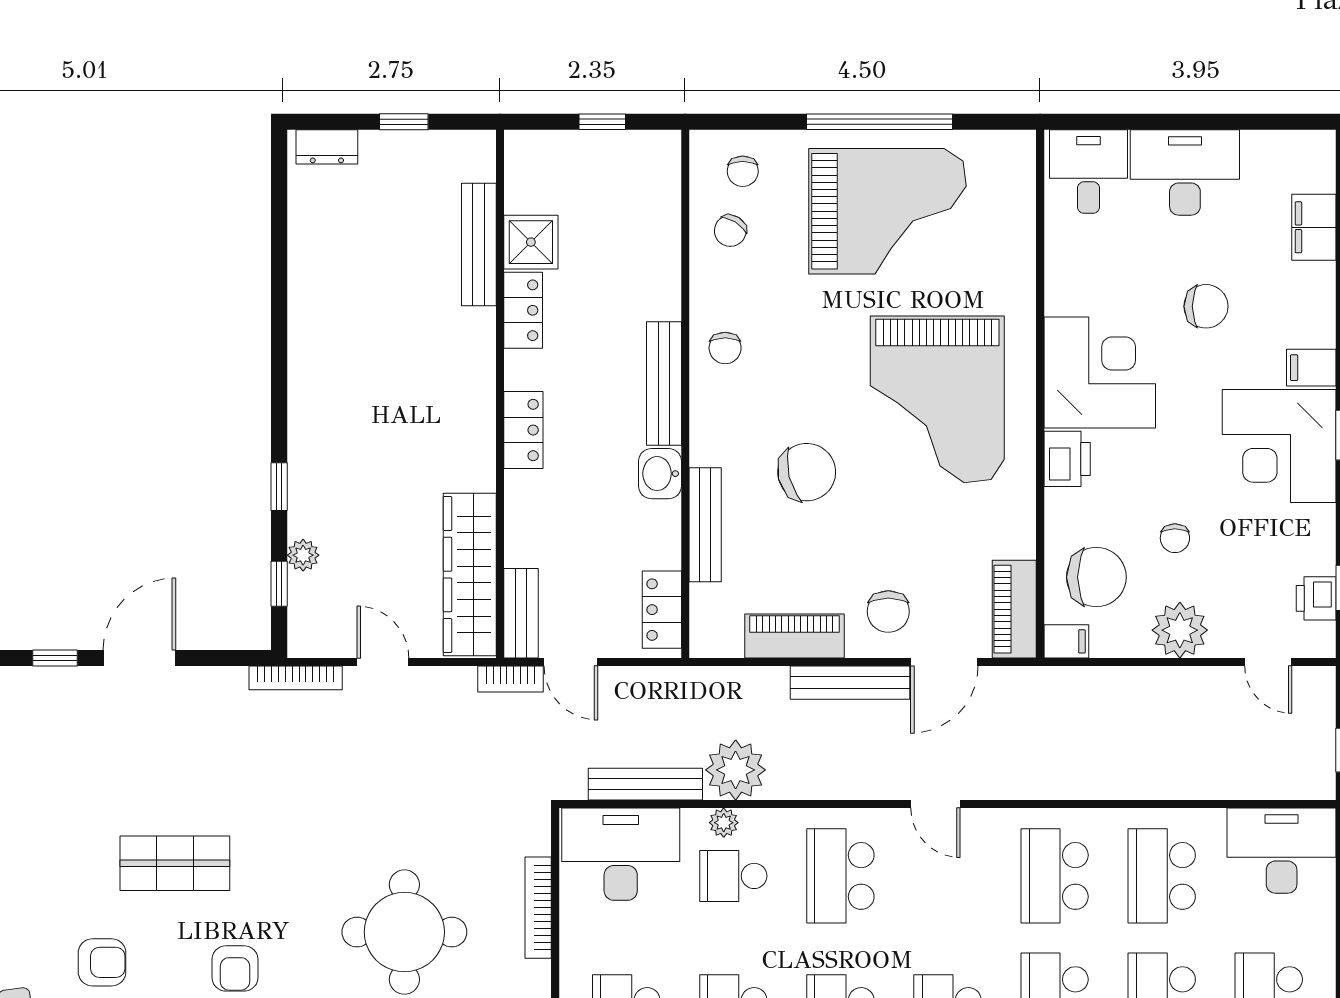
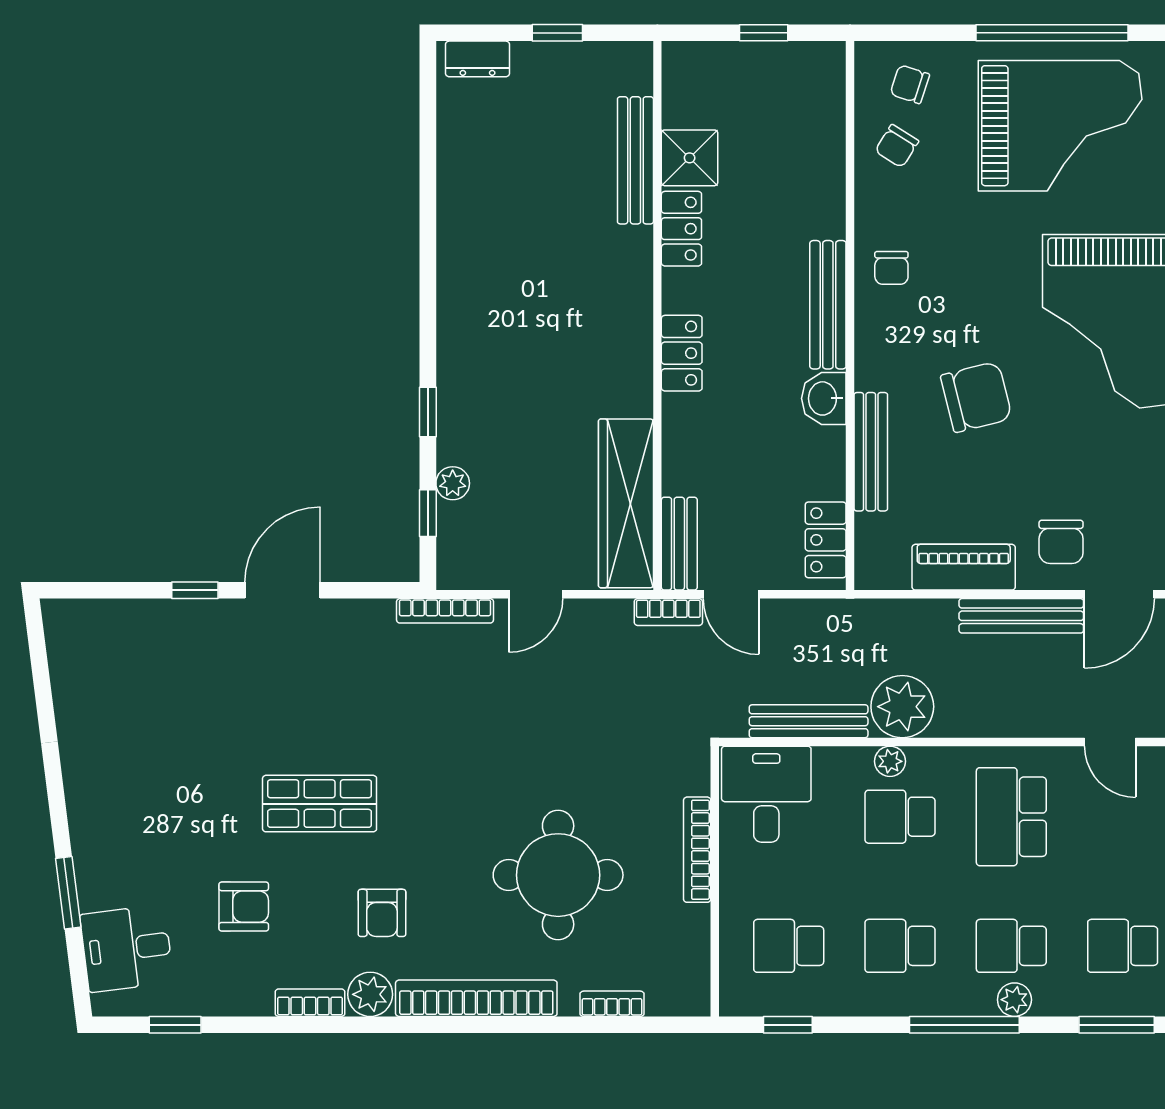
chair: (743, 171) -> (910, 84), turned 108
door: (383, 662) -> (536, 594), swing flipped
desk: (621, 854) -> (766, 794), width x0.73

